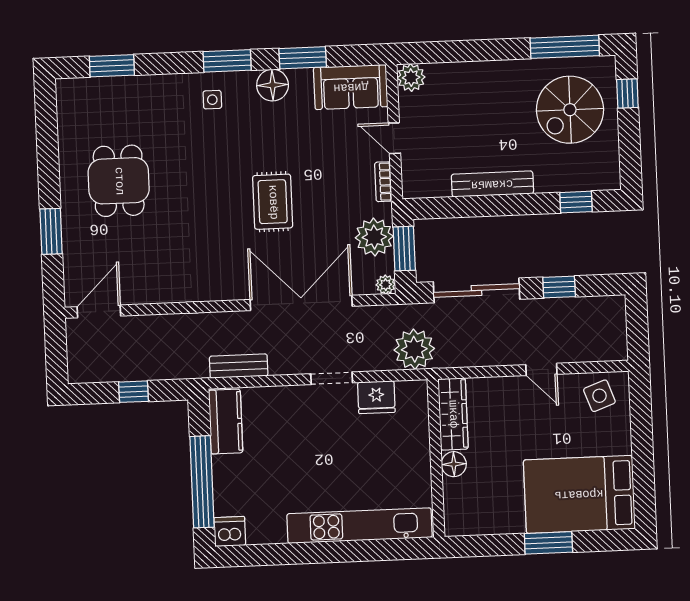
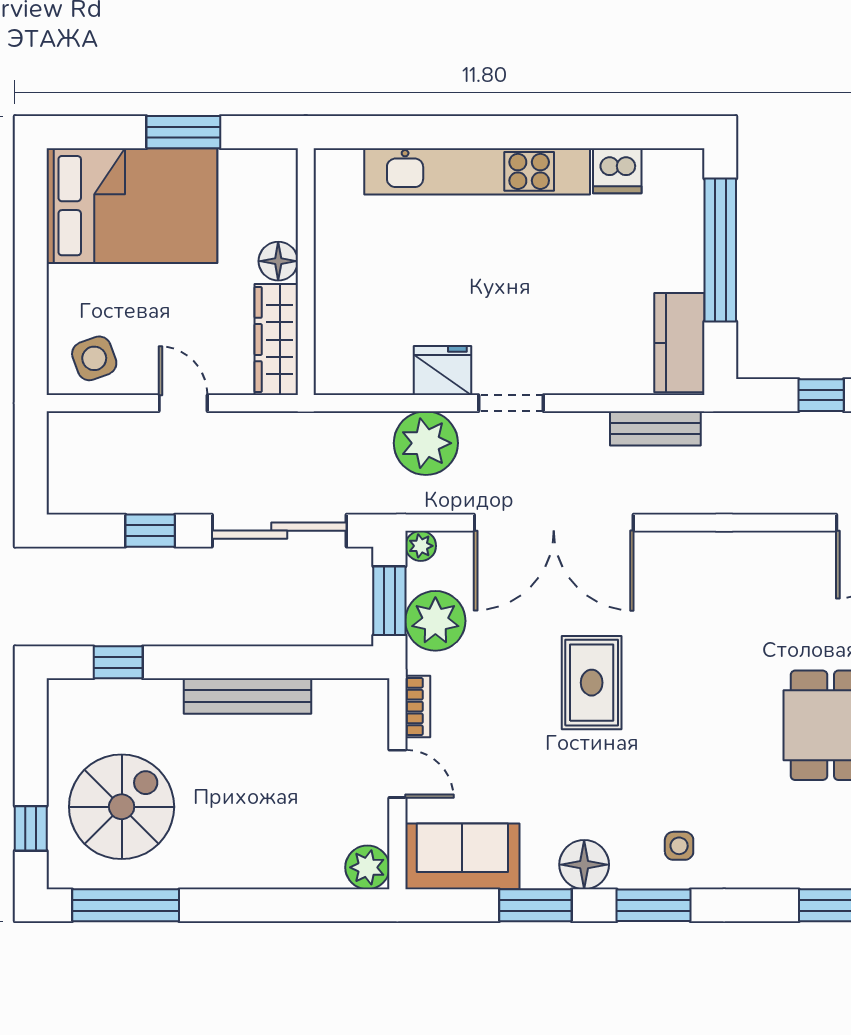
plant: (414, 349) -> (426, 443), moved
wardrobe: (453, 414) -> (276, 340), moved
wall: (436, 458) -> (306, 272), moved
floor lamp: (454, 464) -> (278, 261), moved
dishwasher: (230, 531) -> (617, 171), moved

